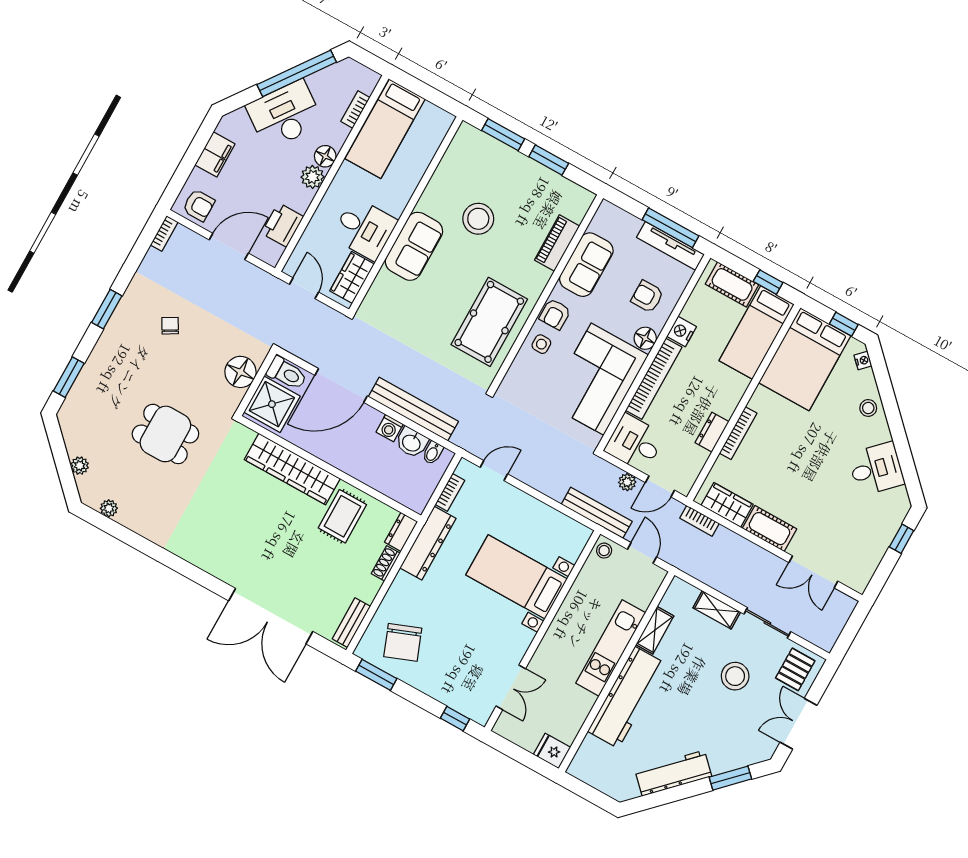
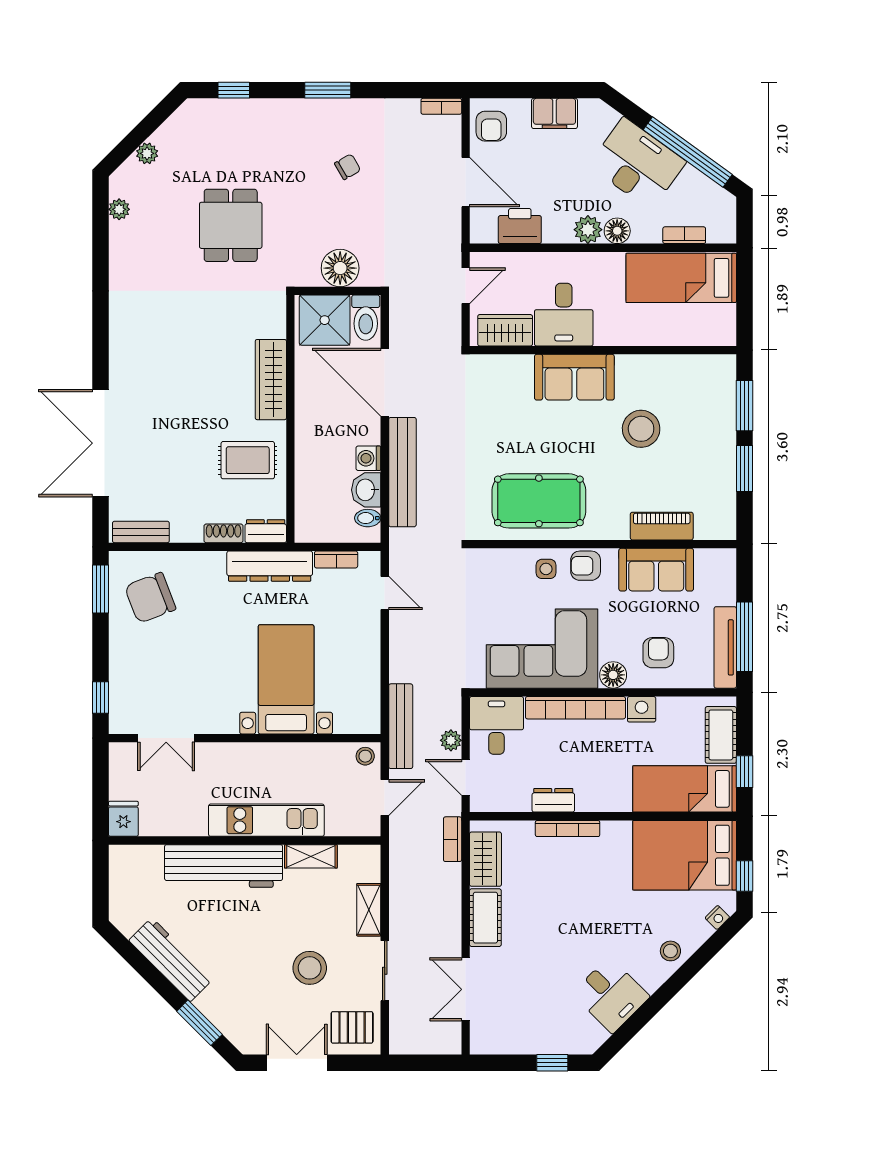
window: (69, 377) -> (234, 90), width x0.67
wardrobe: (292, 469) -> (271, 380), width x0.71, depth x0.85

